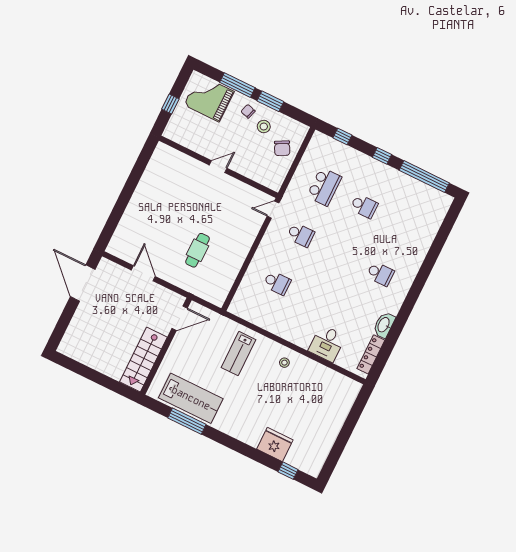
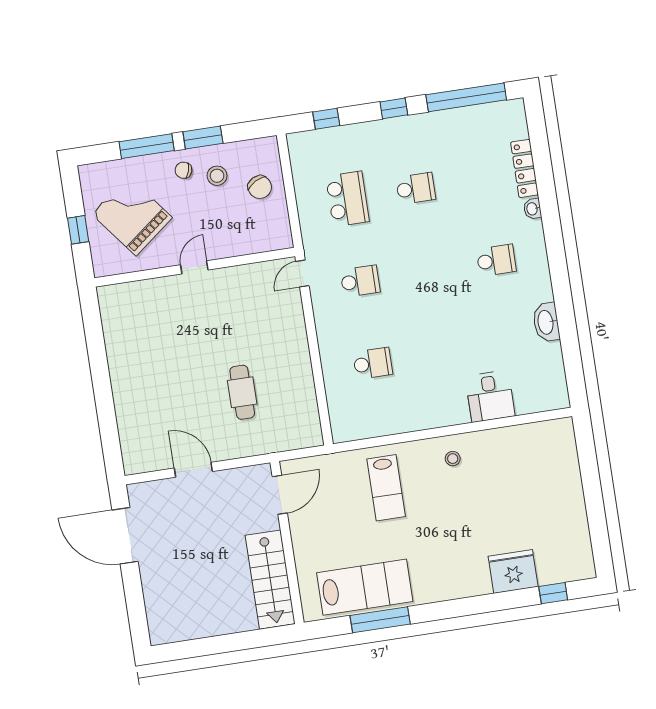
grand piano: (209, 98) -> (132, 216), moved, turned 52
washbasin: (418, 260) -> (532, 209), added
locker: (371, 354) -> (525, 168), moved

